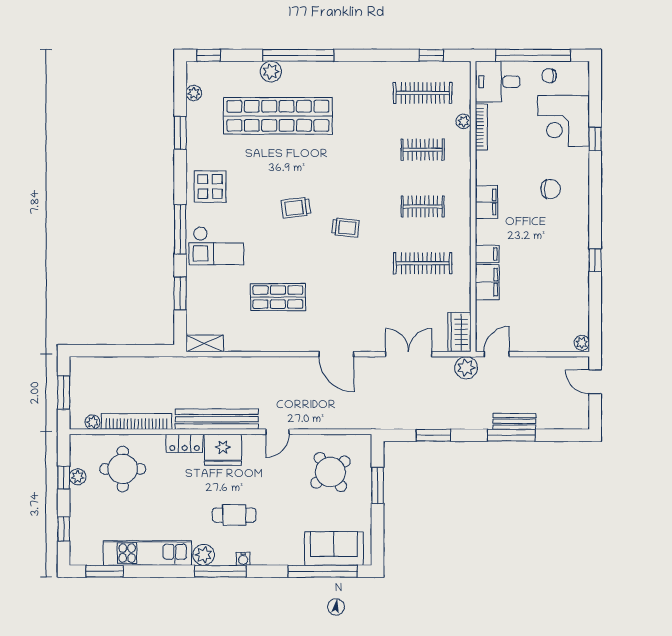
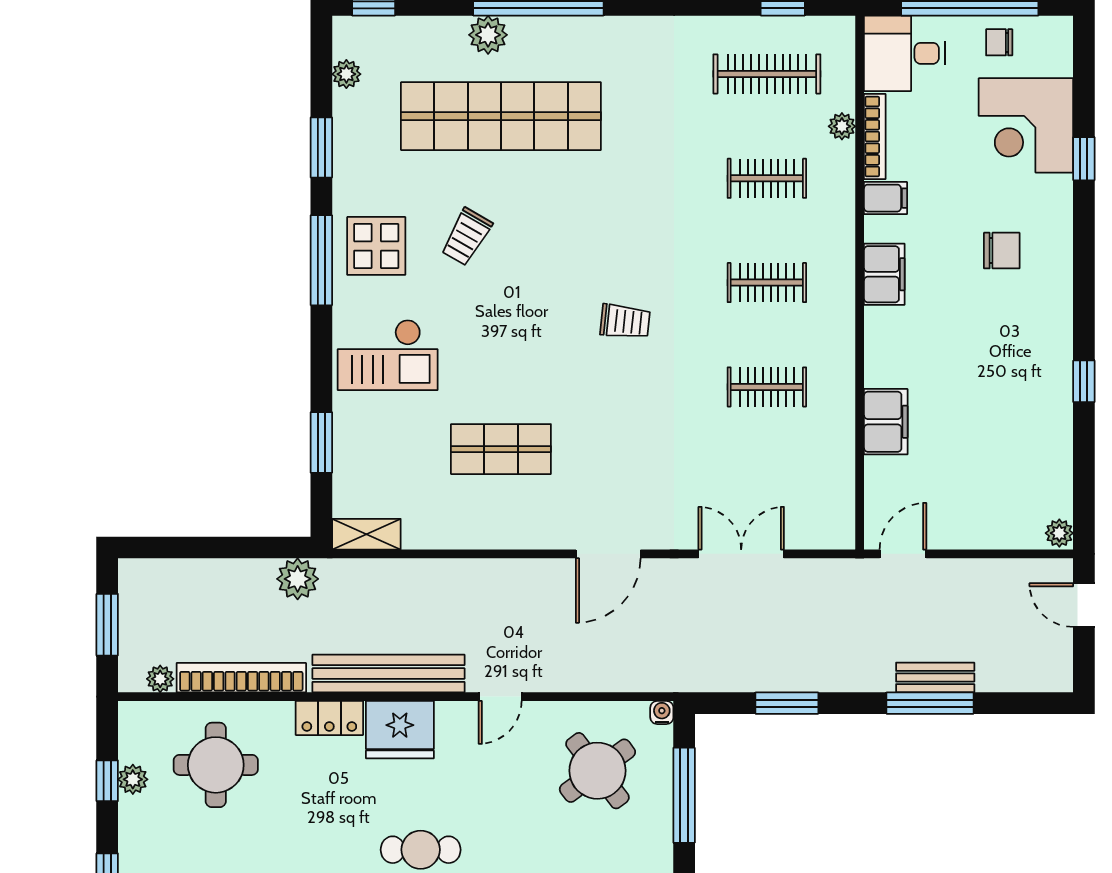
trolley: (296, 208) -> (466, 237), moved, turned -53
window: (180, 229) -> (321, 260), moved
filing cabinet: (487, 254) -> (886, 198), moved
clothes rail: (423, 263) -> (767, 387), width x0.73
wardrobe: (459, 332) -> (834, 513), removed
door: (336, 354) -> (608, 554), hinge flipped
plant: (466, 368) -> (298, 579), moved
water cooler: (365, 440) -> (662, 713), added
window: (378, 485) -> (684, 795), width x1.44

